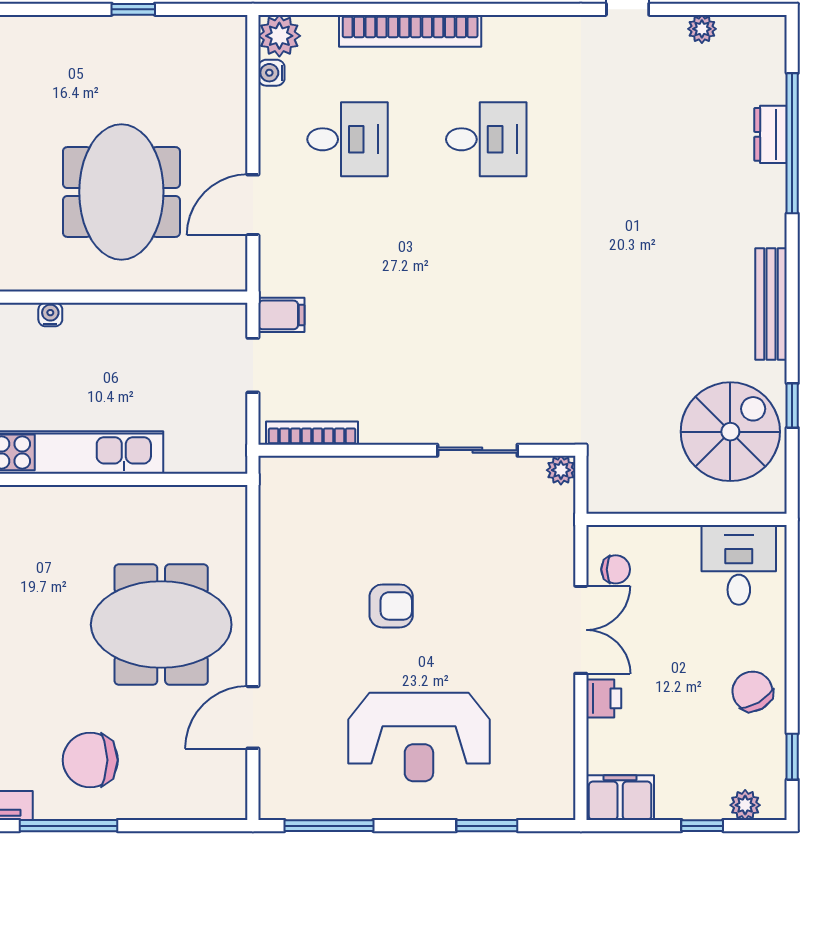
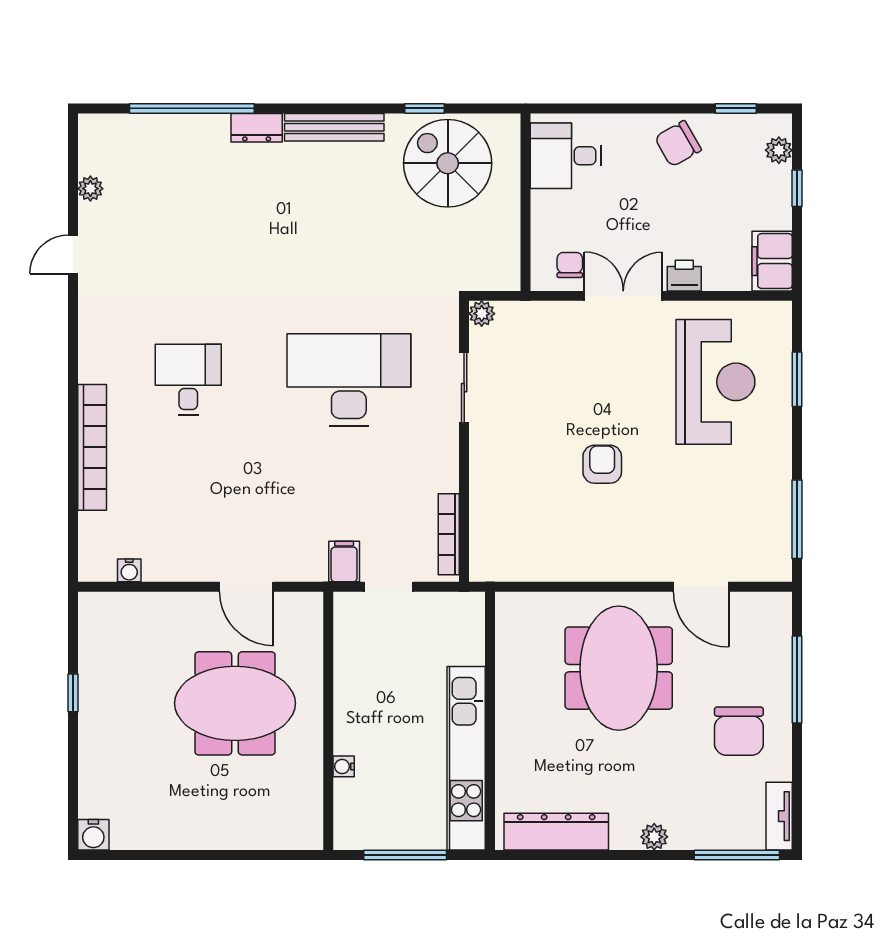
plant: (279, 36) -> (96, 563), removed
dresser: (770, 134) -> (257, 128), moved
desk: (347, 139) -> (349, 380), moved, width x1.87, depth x1.30
reception desk: (419, 737) -> (715, 382), moved
window: (68, 826) -> (797, 679), moved

